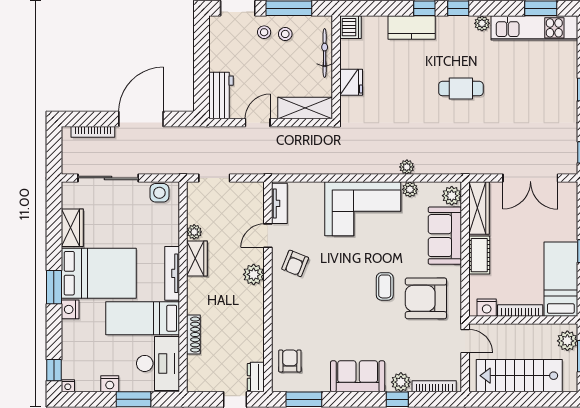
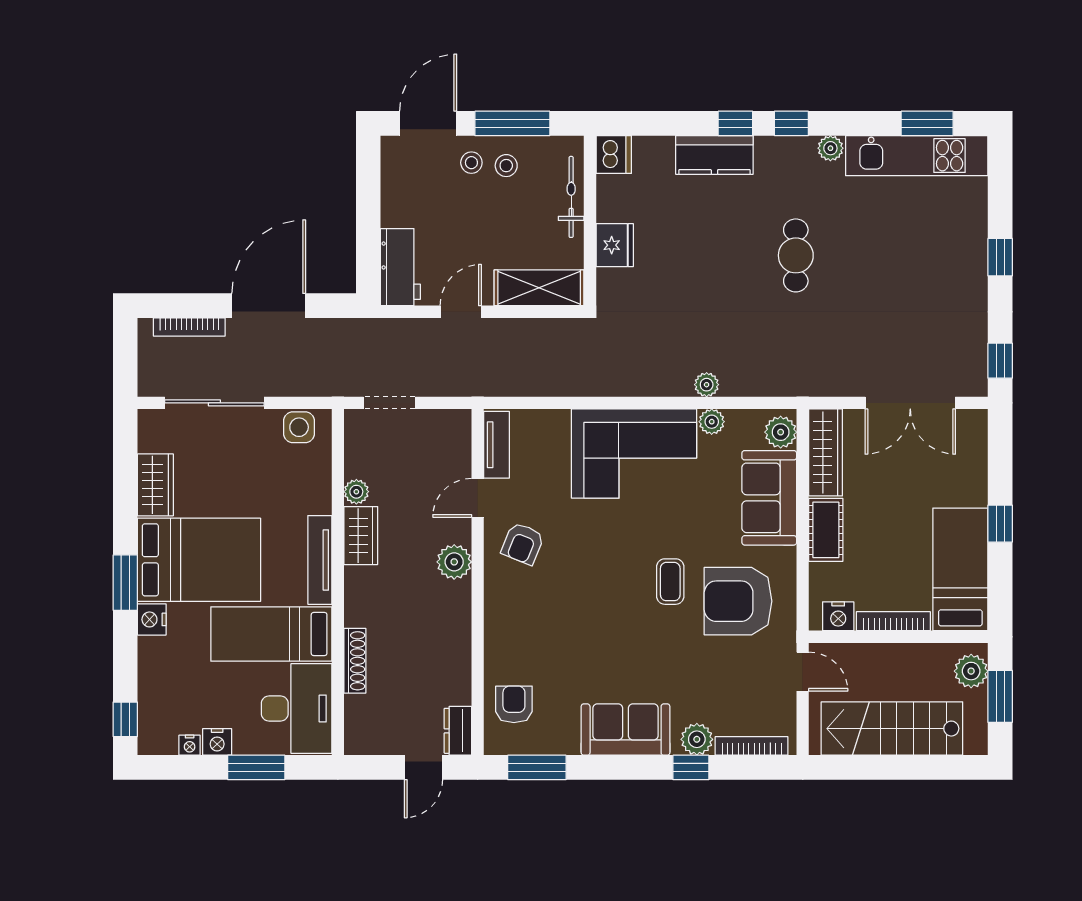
cafe table: (461, 89) -> (796, 255), turned 90
nightstand: (68, 386) -> (190, 745), moved

